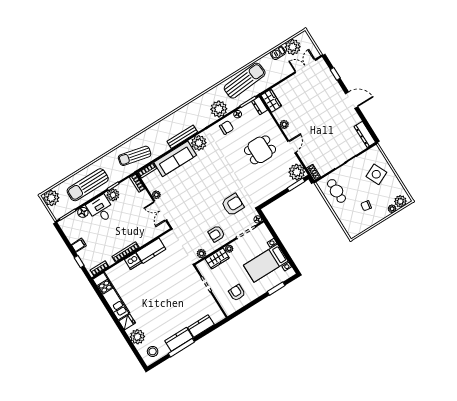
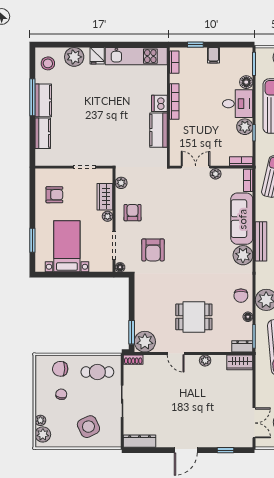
dining table: (260, 150) -> (194, 317), turned 90
chair: (350, 217) -> (60, 369), added

